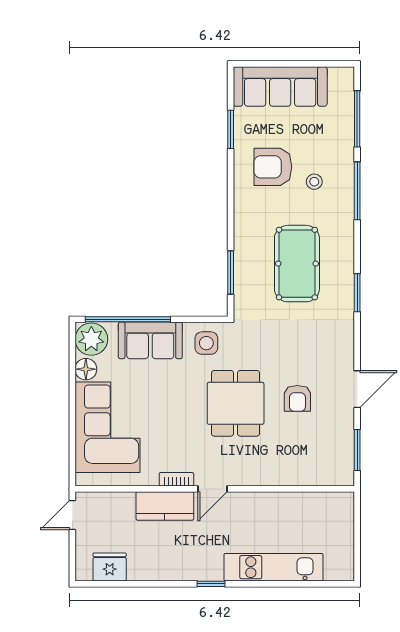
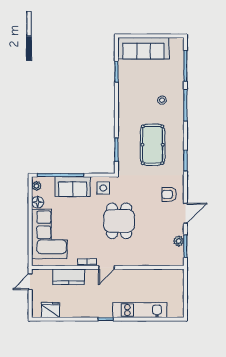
armchair: (273, 167) -> (139, 92), removed
plant: (91, 339) -> (36, 186), width x0.53, depth x0.53
armchair: (297, 398) -> (169, 194), moved, turned 90
plant: (345, 440) -> (179, 241), added
kitchen counter: (165, 506) -> (69, 277), moved

